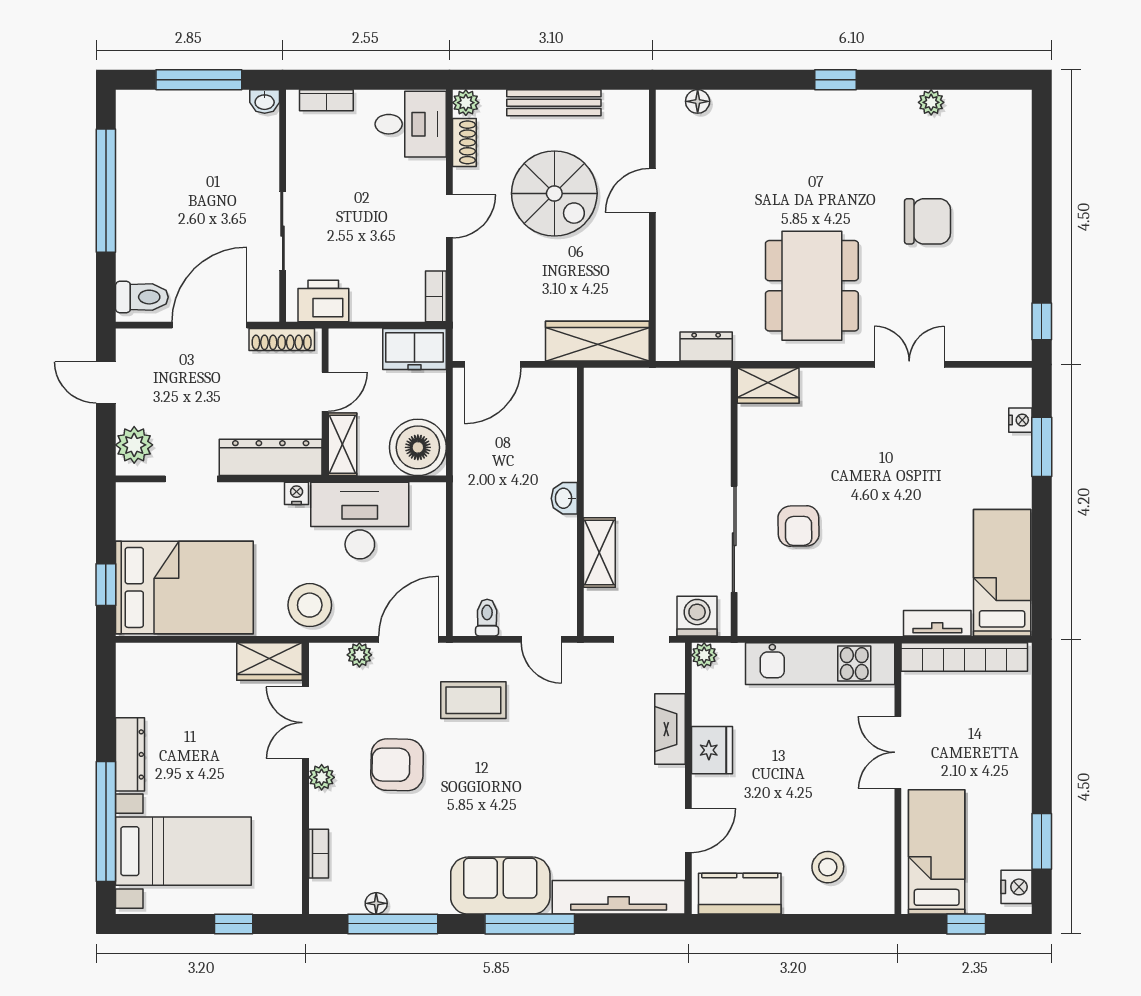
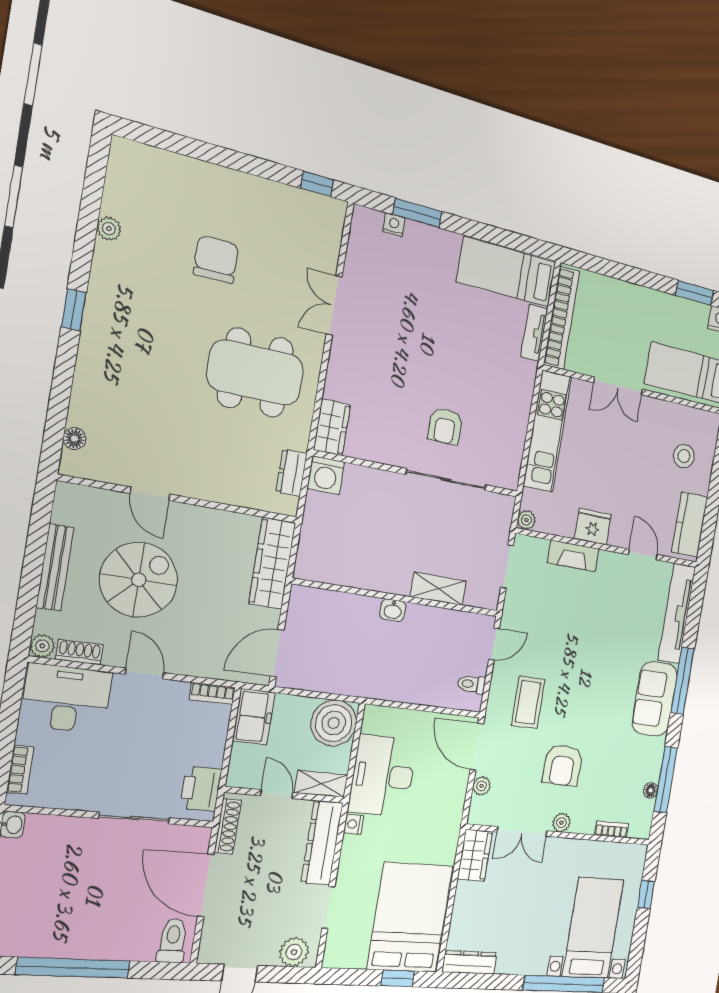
desk: (411, 124) -> (66, 699), width x1.37
door: (493, 364) -> (277, 653), swing flipped
armchair: (799, 526) -> (445, 426), turned 91
stool: (310, 605) -> (439, 821), removed
washing machine: (697, 616) -> (326, 475), moved, turned -90
dresser: (130, 754) -> (470, 962), moved

